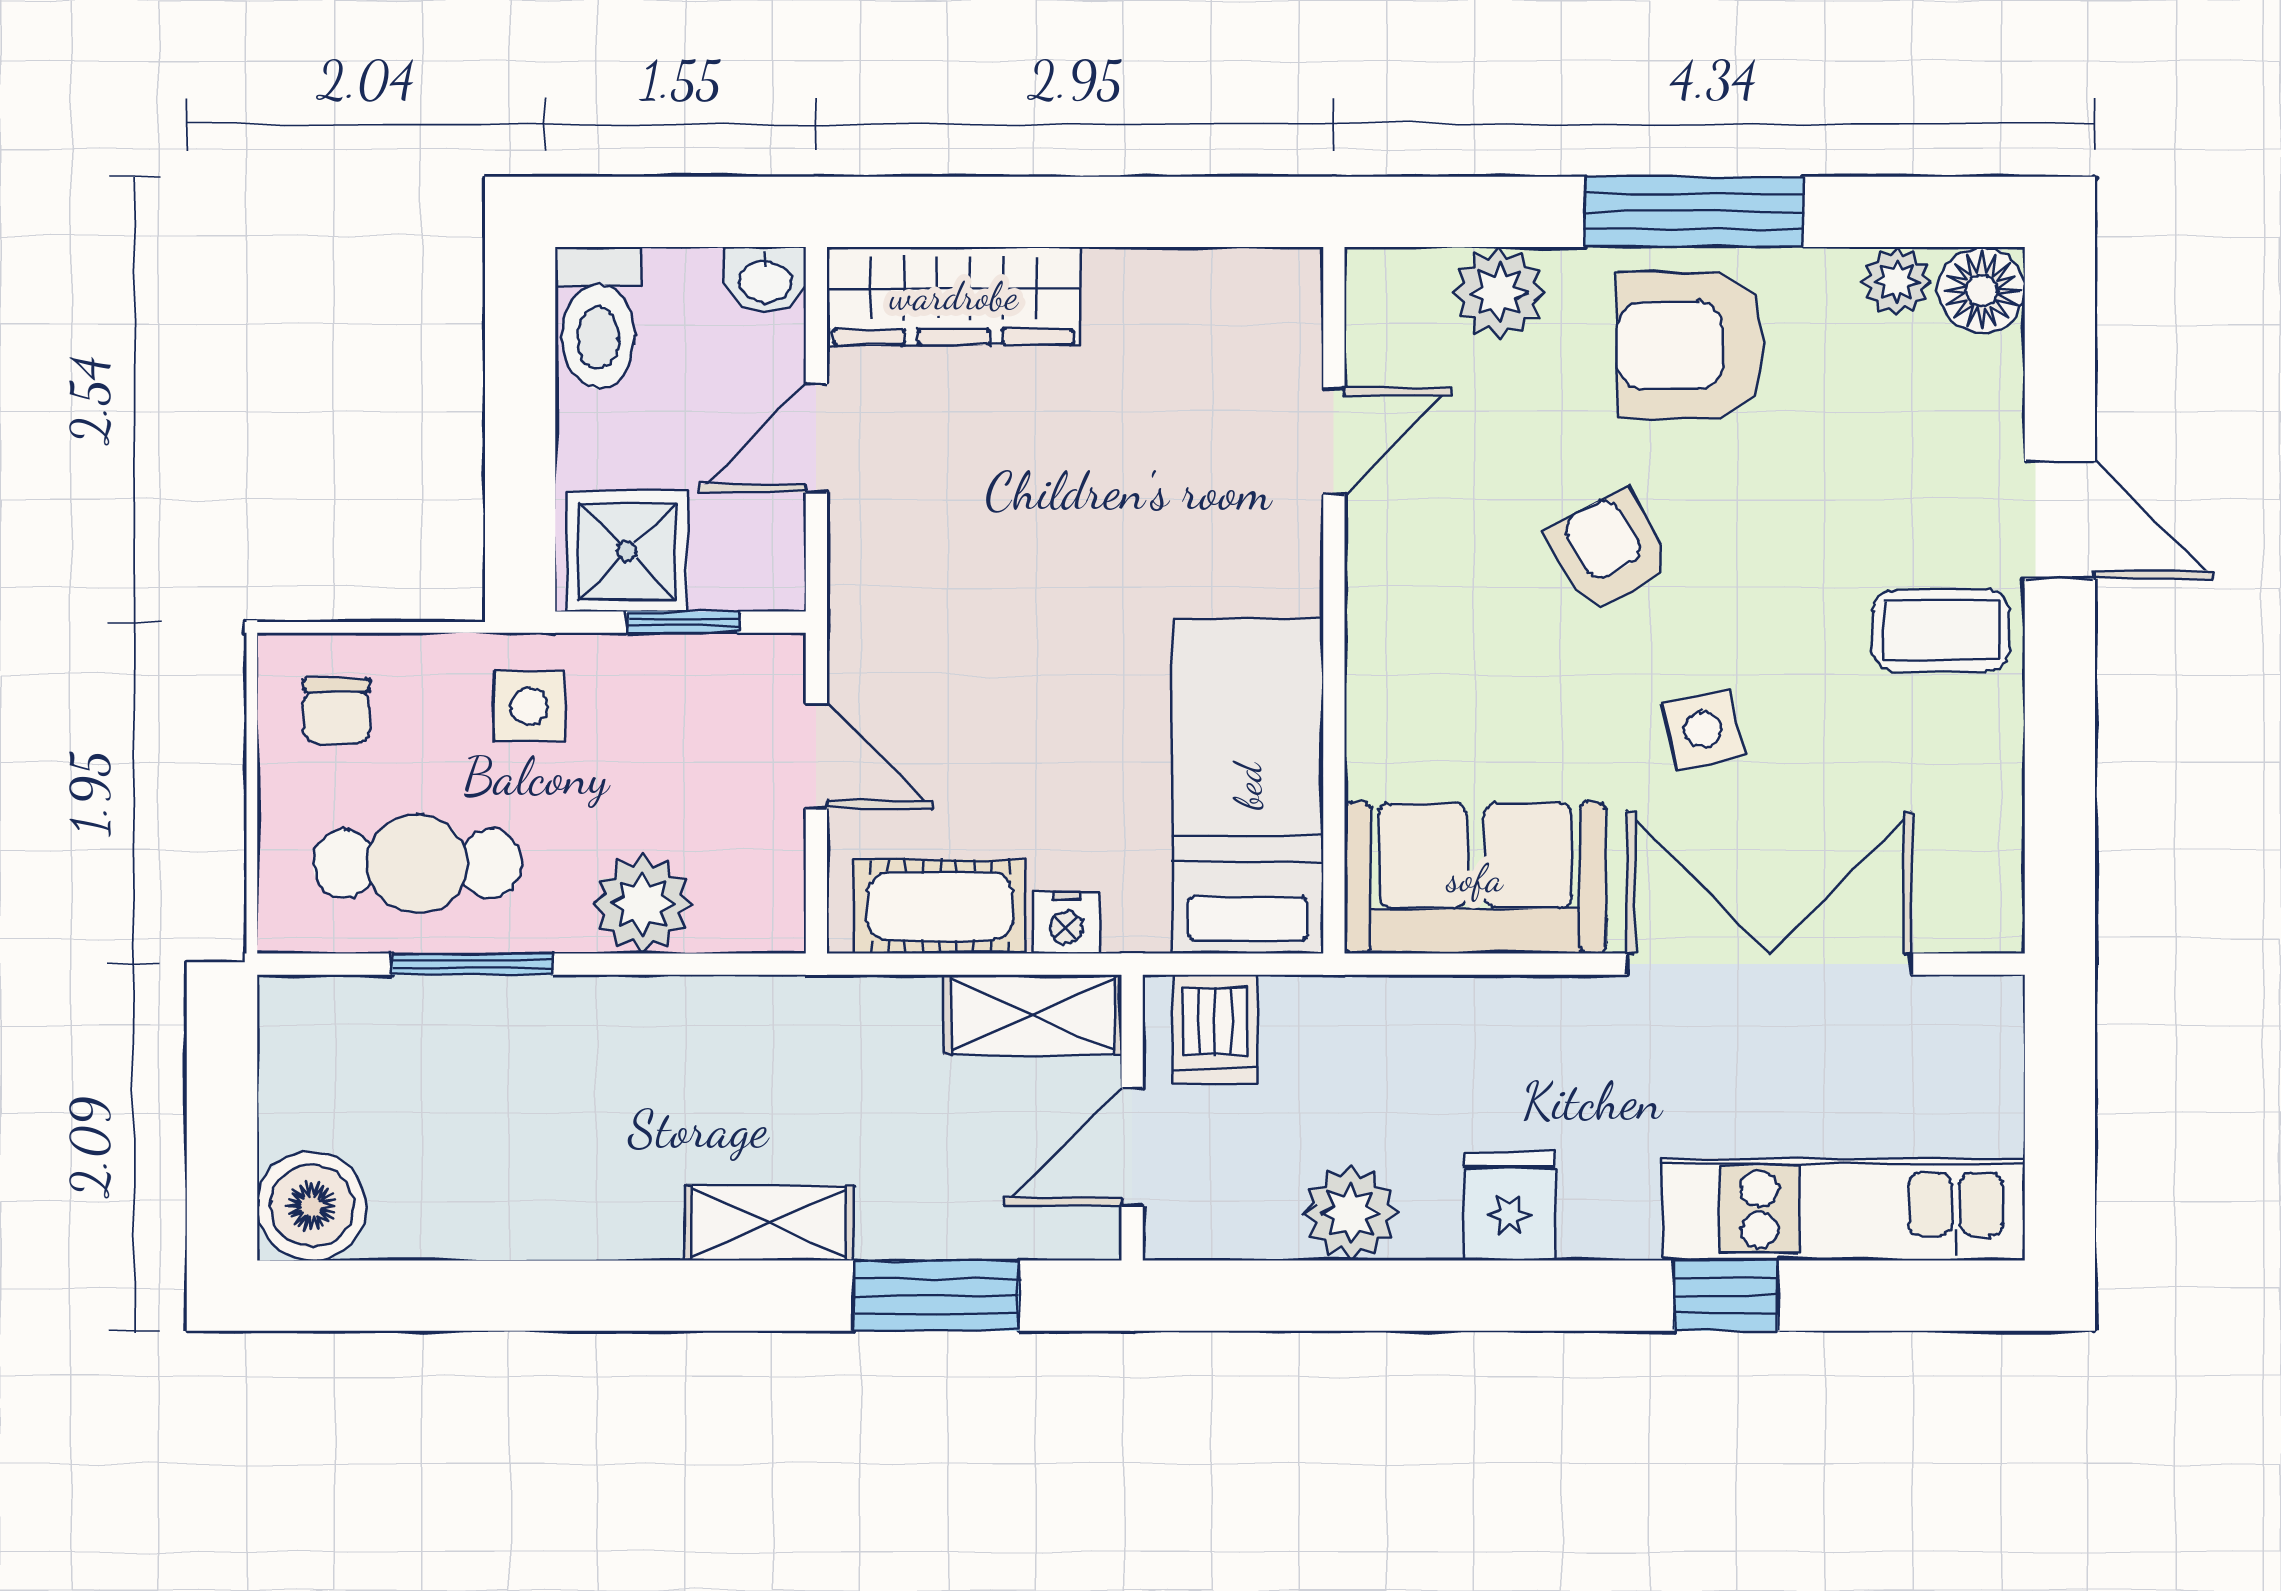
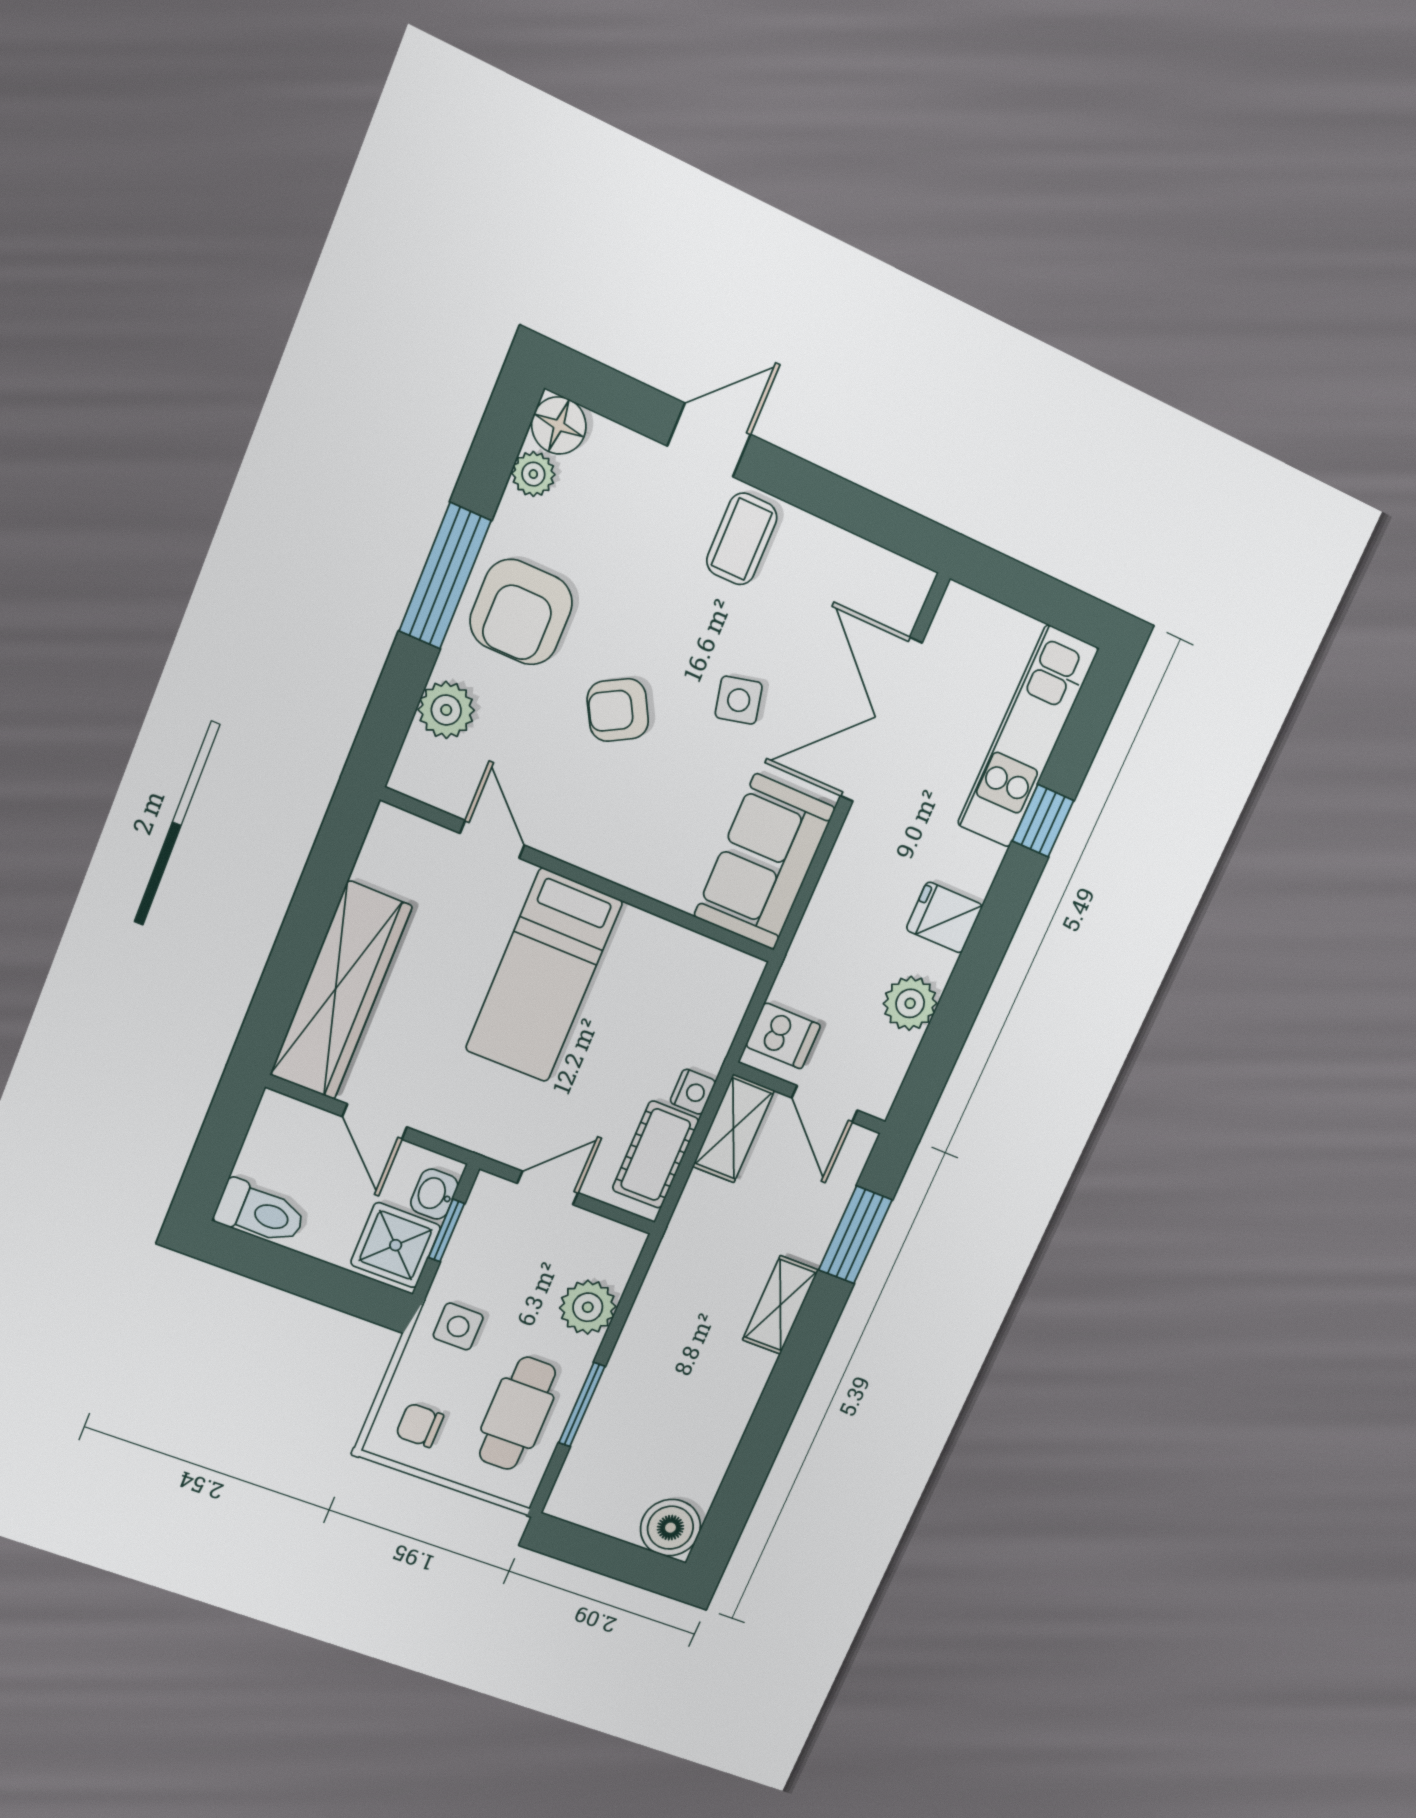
washbasin: (765, 280) -> (434, 1194), moved, turned 180
wardrobe: (954, 296) -> (341, 991), width x1.40, depth x1.17
chair: (336, 712) -> (420, 1425), turned 180
bed: (1248, 786) -> (544, 976), moved, turned -90

